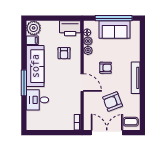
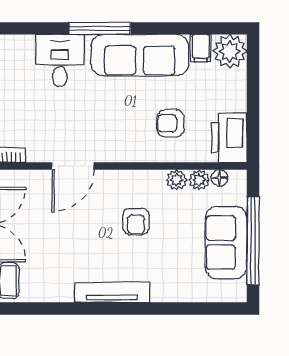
door: (82, 82) -> (73, 166), moved
armchair: (113, 102) -> (56, 238), removed

